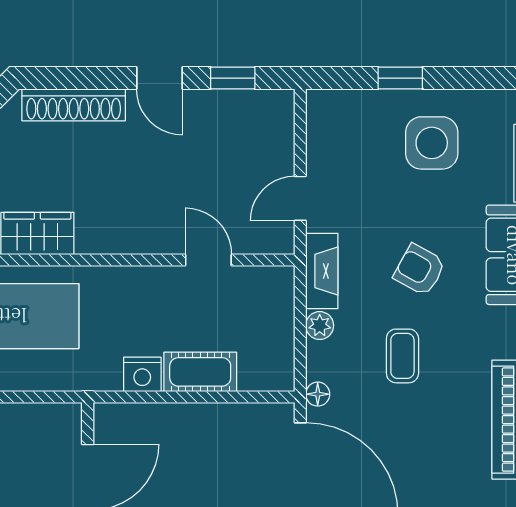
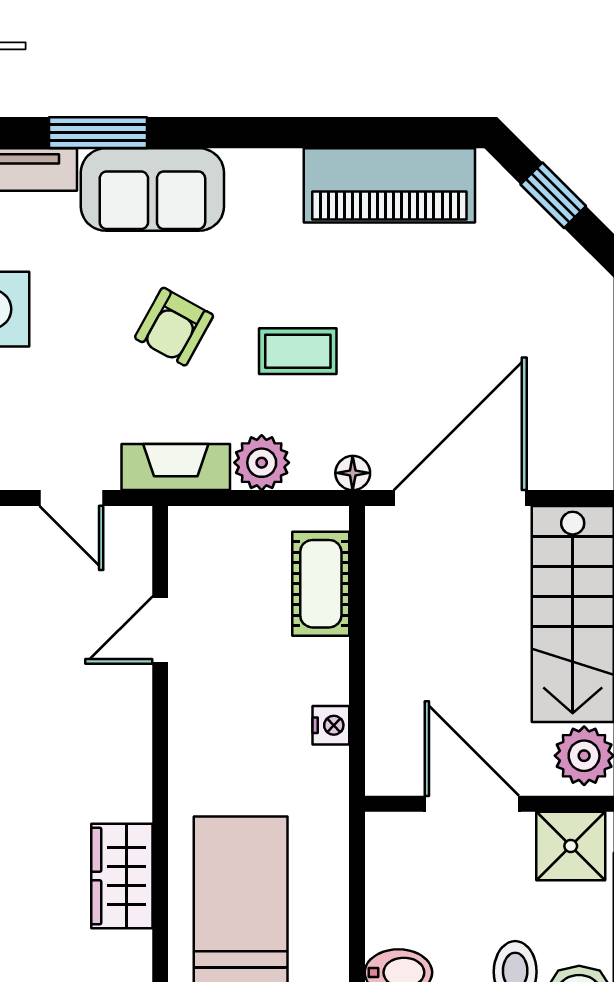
plant: (320, 326) -> (262, 463), width x1.38, depth x1.38
cot: (200, 372) -> (321, 584), moved
nightstand: (142, 374) -> (331, 725), width x0.72, depth x0.74

